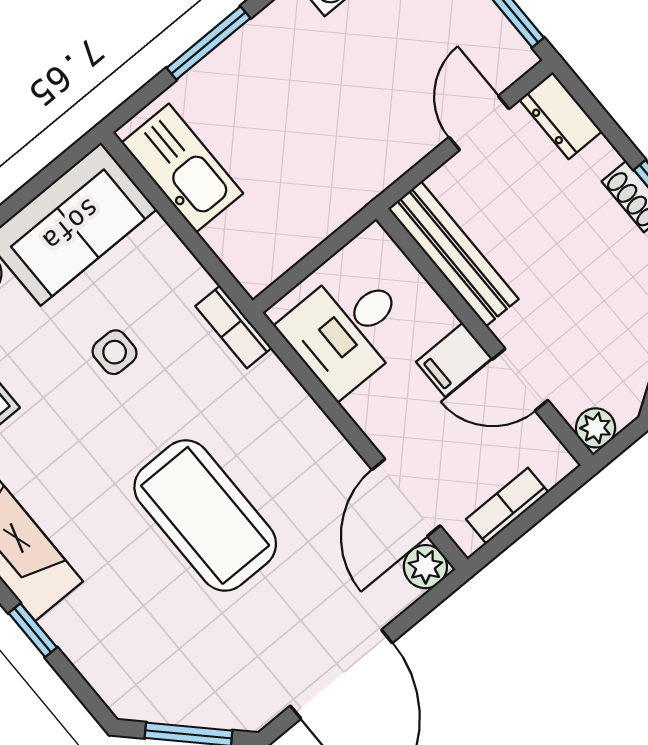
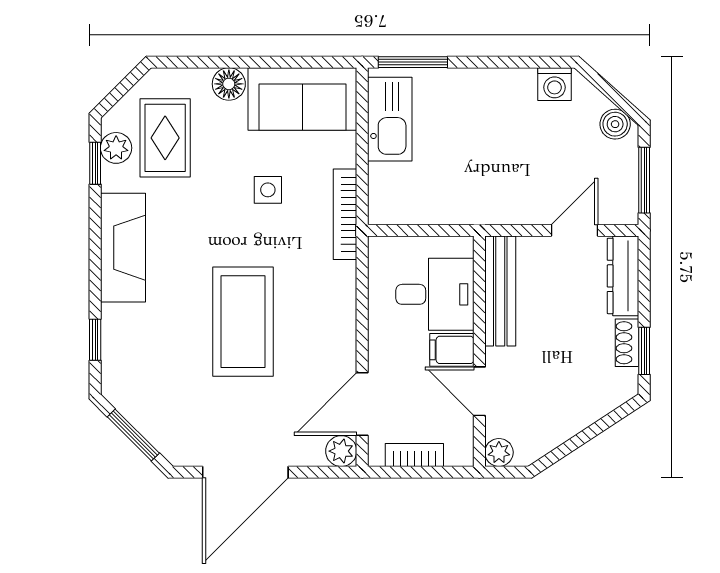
window: (208, 43) -> (413, 62), moved
dresser: (561, 116) -> (623, 276), width x1.44
bookcase: (233, 327) -> (345, 214), width x1.56
desk: (347, 330) -> (435, 294), moved, turned 180
window: (33, 630) -> (95, 340), moved

